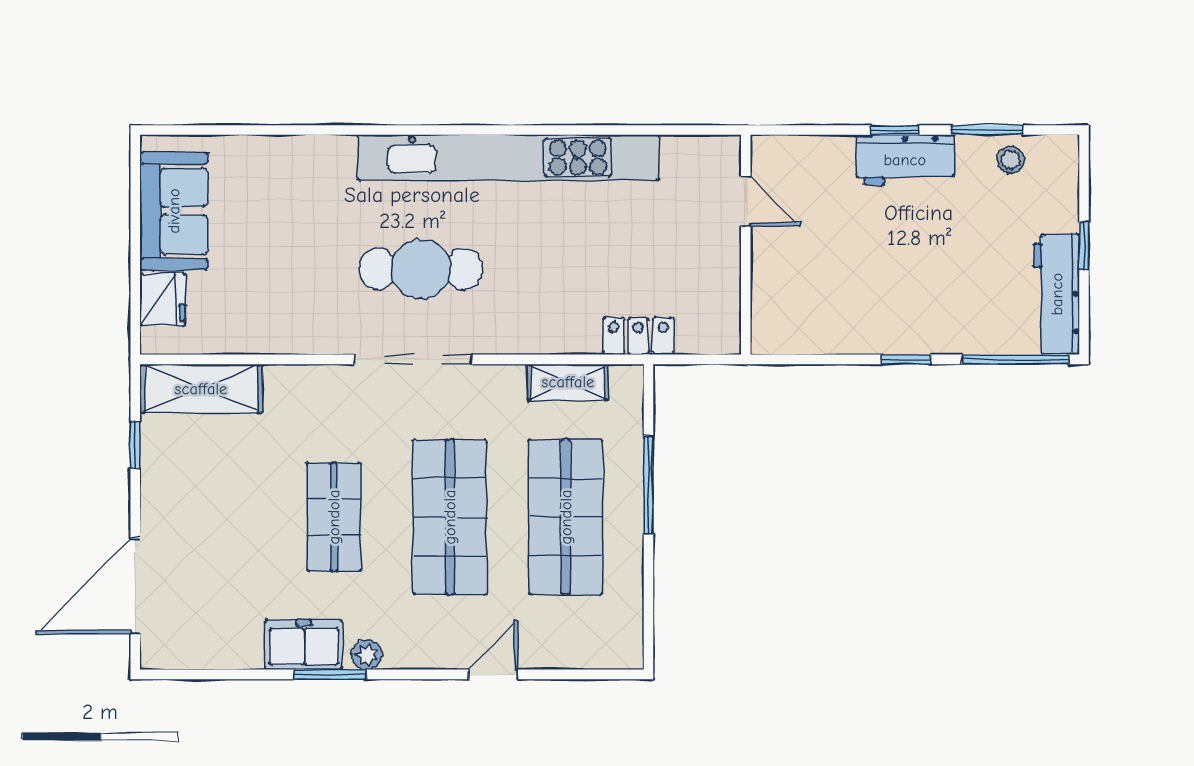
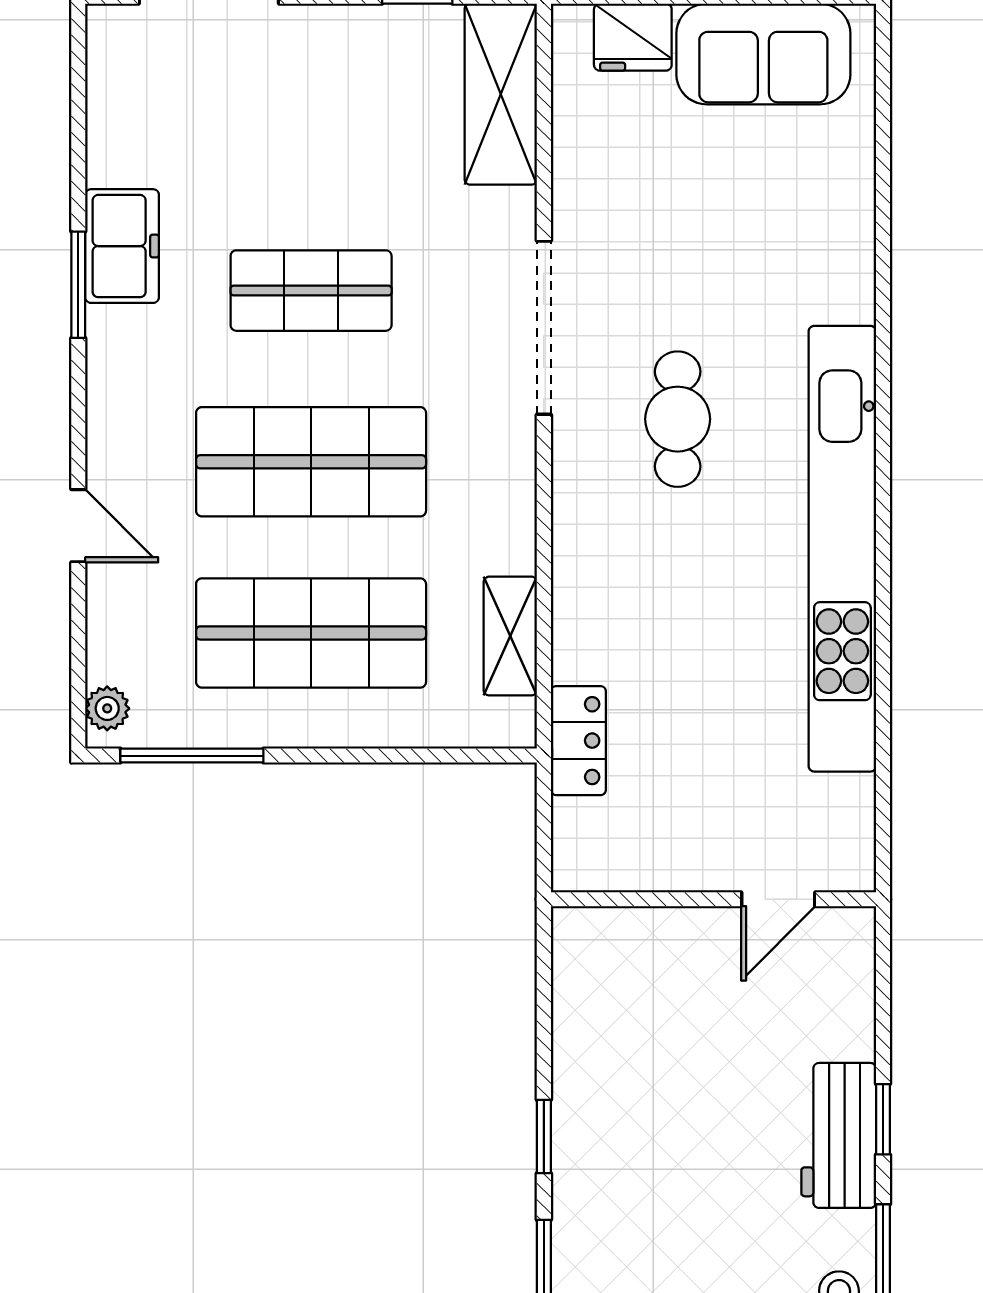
cafe table: (421, 269) -> (678, 419), width x0.73, depth x0.74
doorway: (413, 359) -> (544, 328), moved
window: (648, 485) -> (192, 756), moved
plant: (367, 655) -> (107, 708), moved

